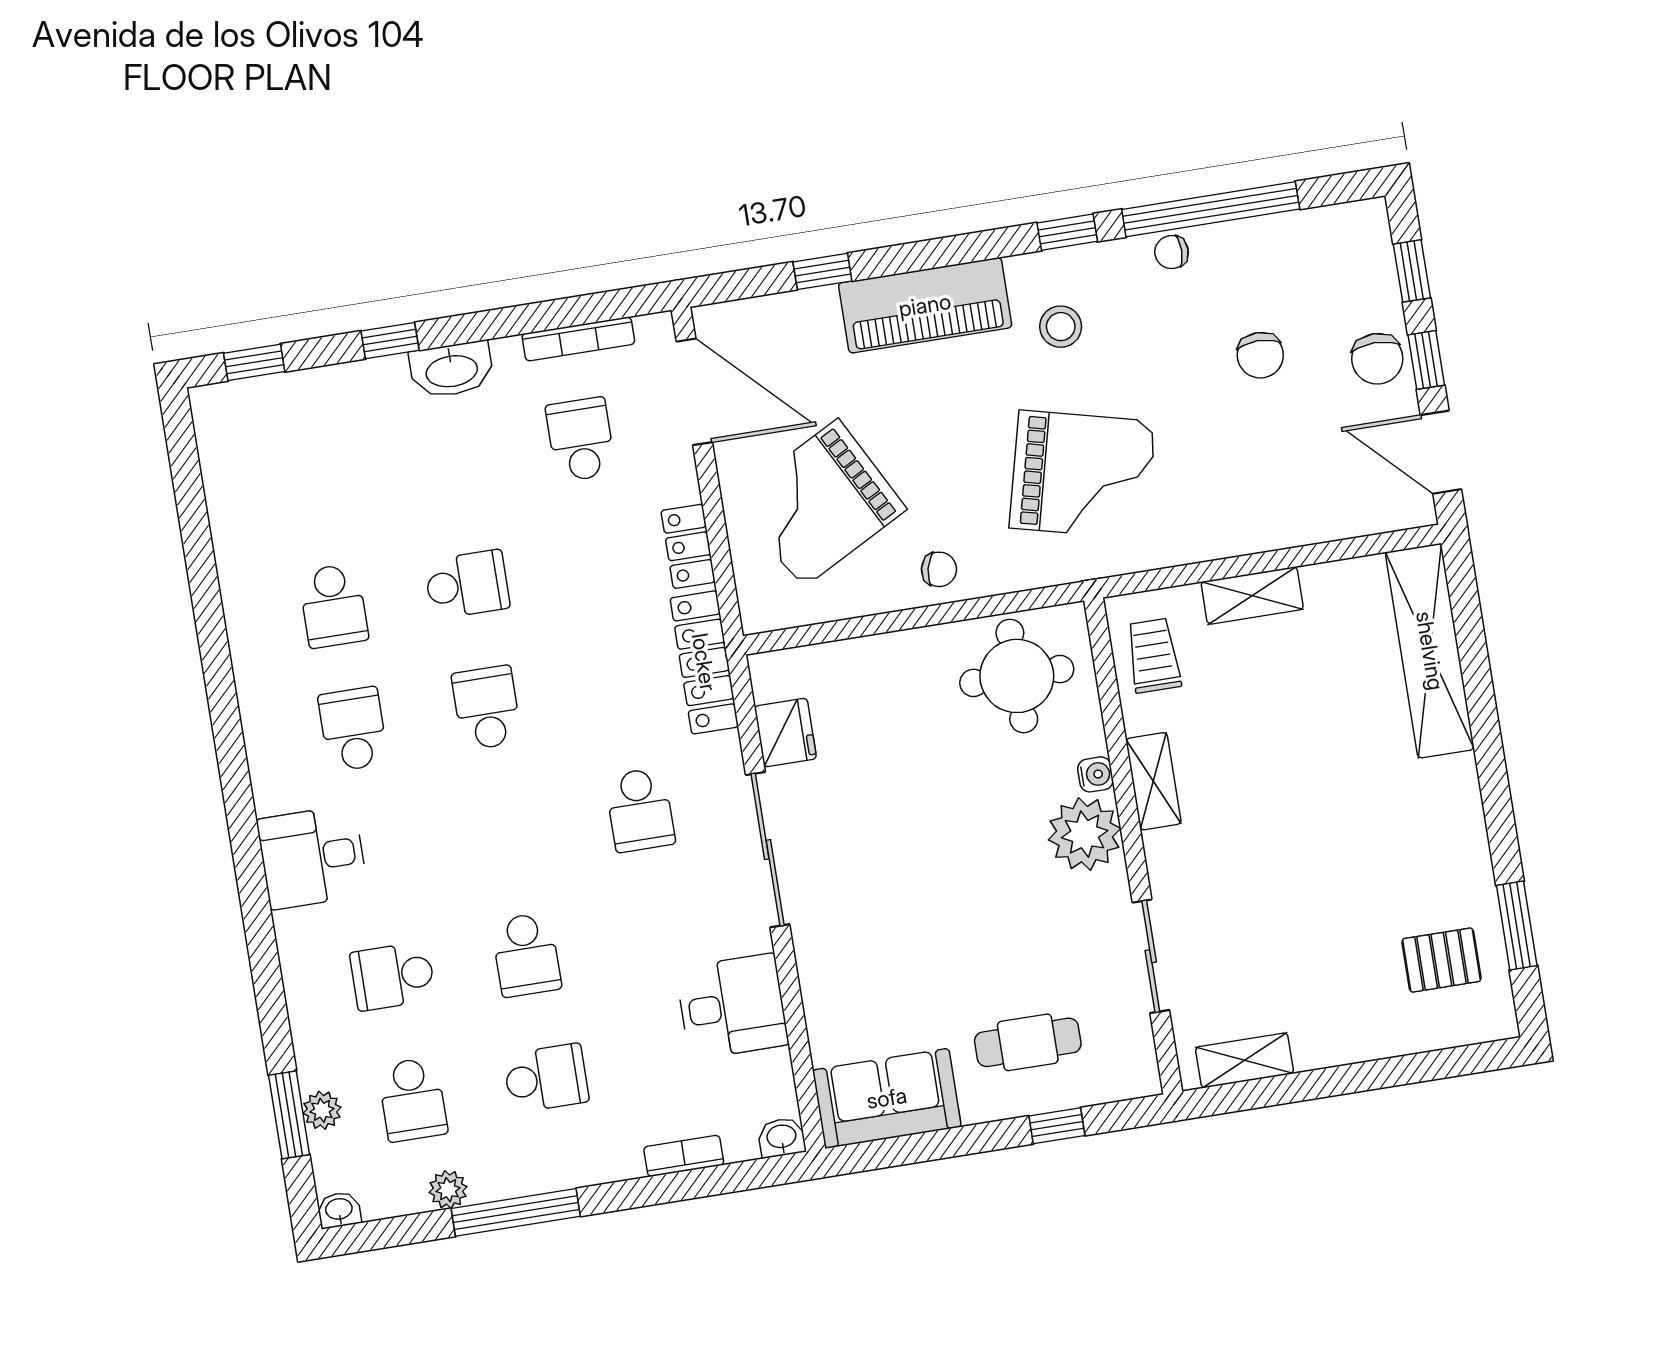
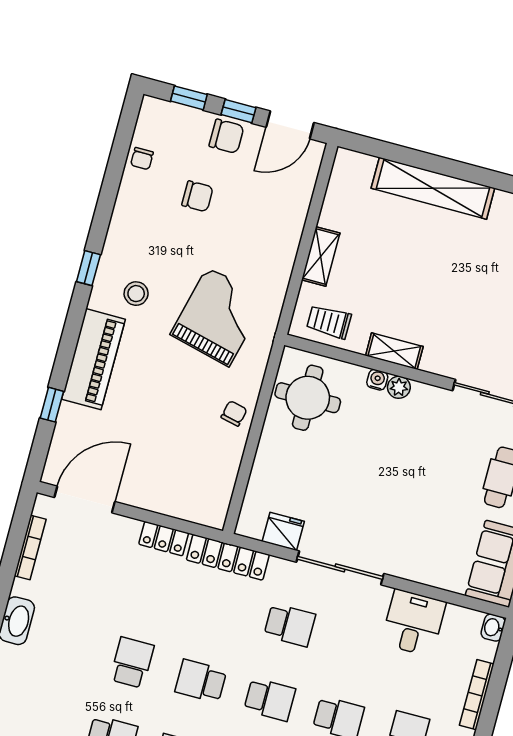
window: (1211, 209) -> (110, 188), removed
chair: (1172, 252) -> (142, 159), moved
school desk: (581, 440) -> (270, 700), moved, turned 180
grand piano: (820, 503) -> (172, 460), removed
shelving: (1430, 651) -> (433, 188), moved
plant: (1085, 834) -> (399, 387), width x0.53, depth x0.53
bookcase: (684, 1156) -> (477, 695), width x1.56

